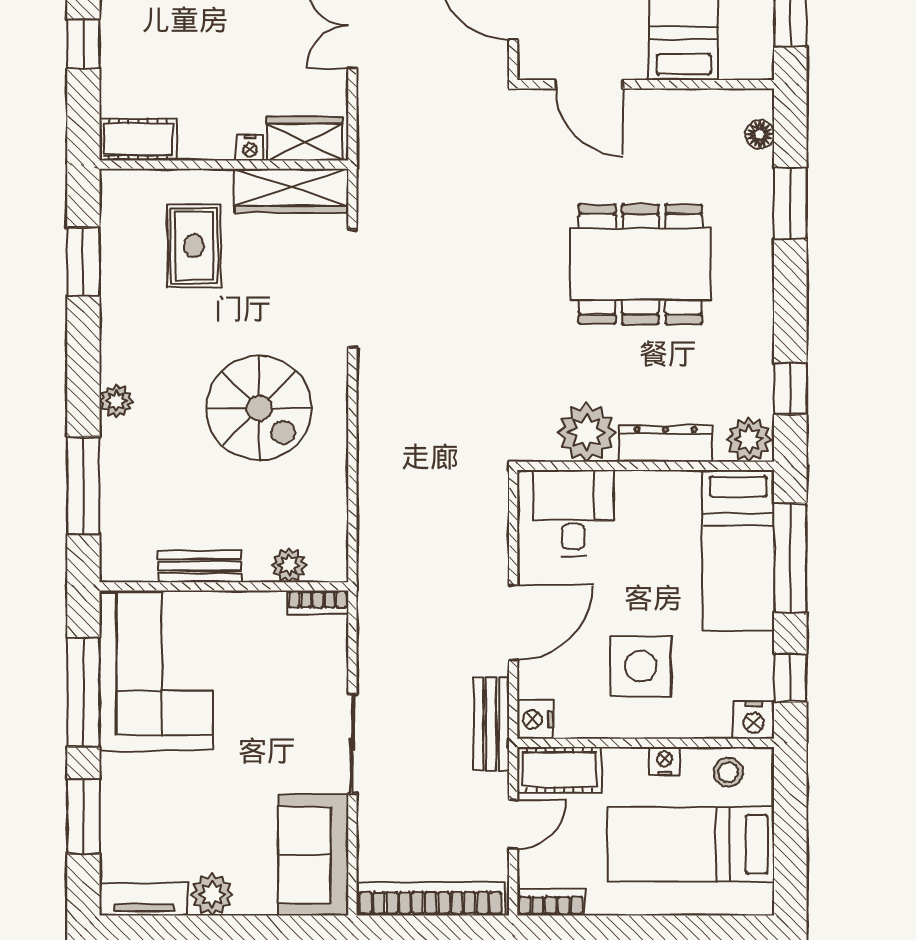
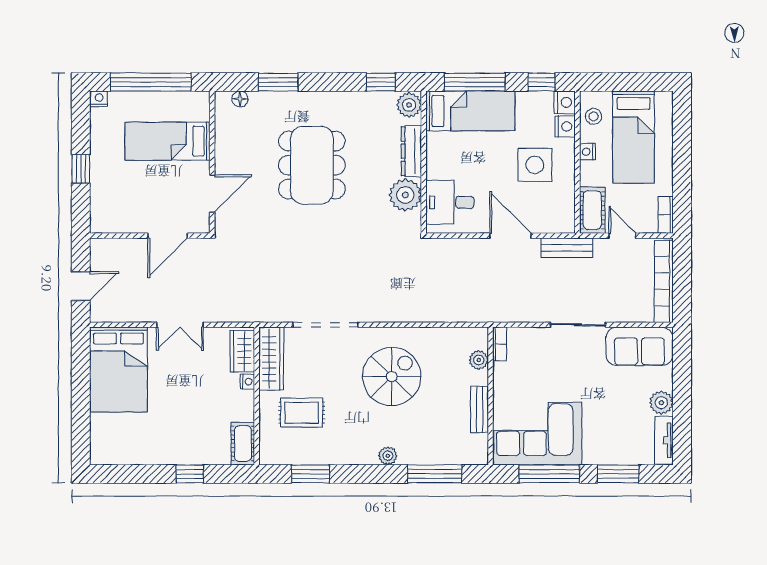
nightstand: (535, 719) -> (565, 126), moved, turned -90

